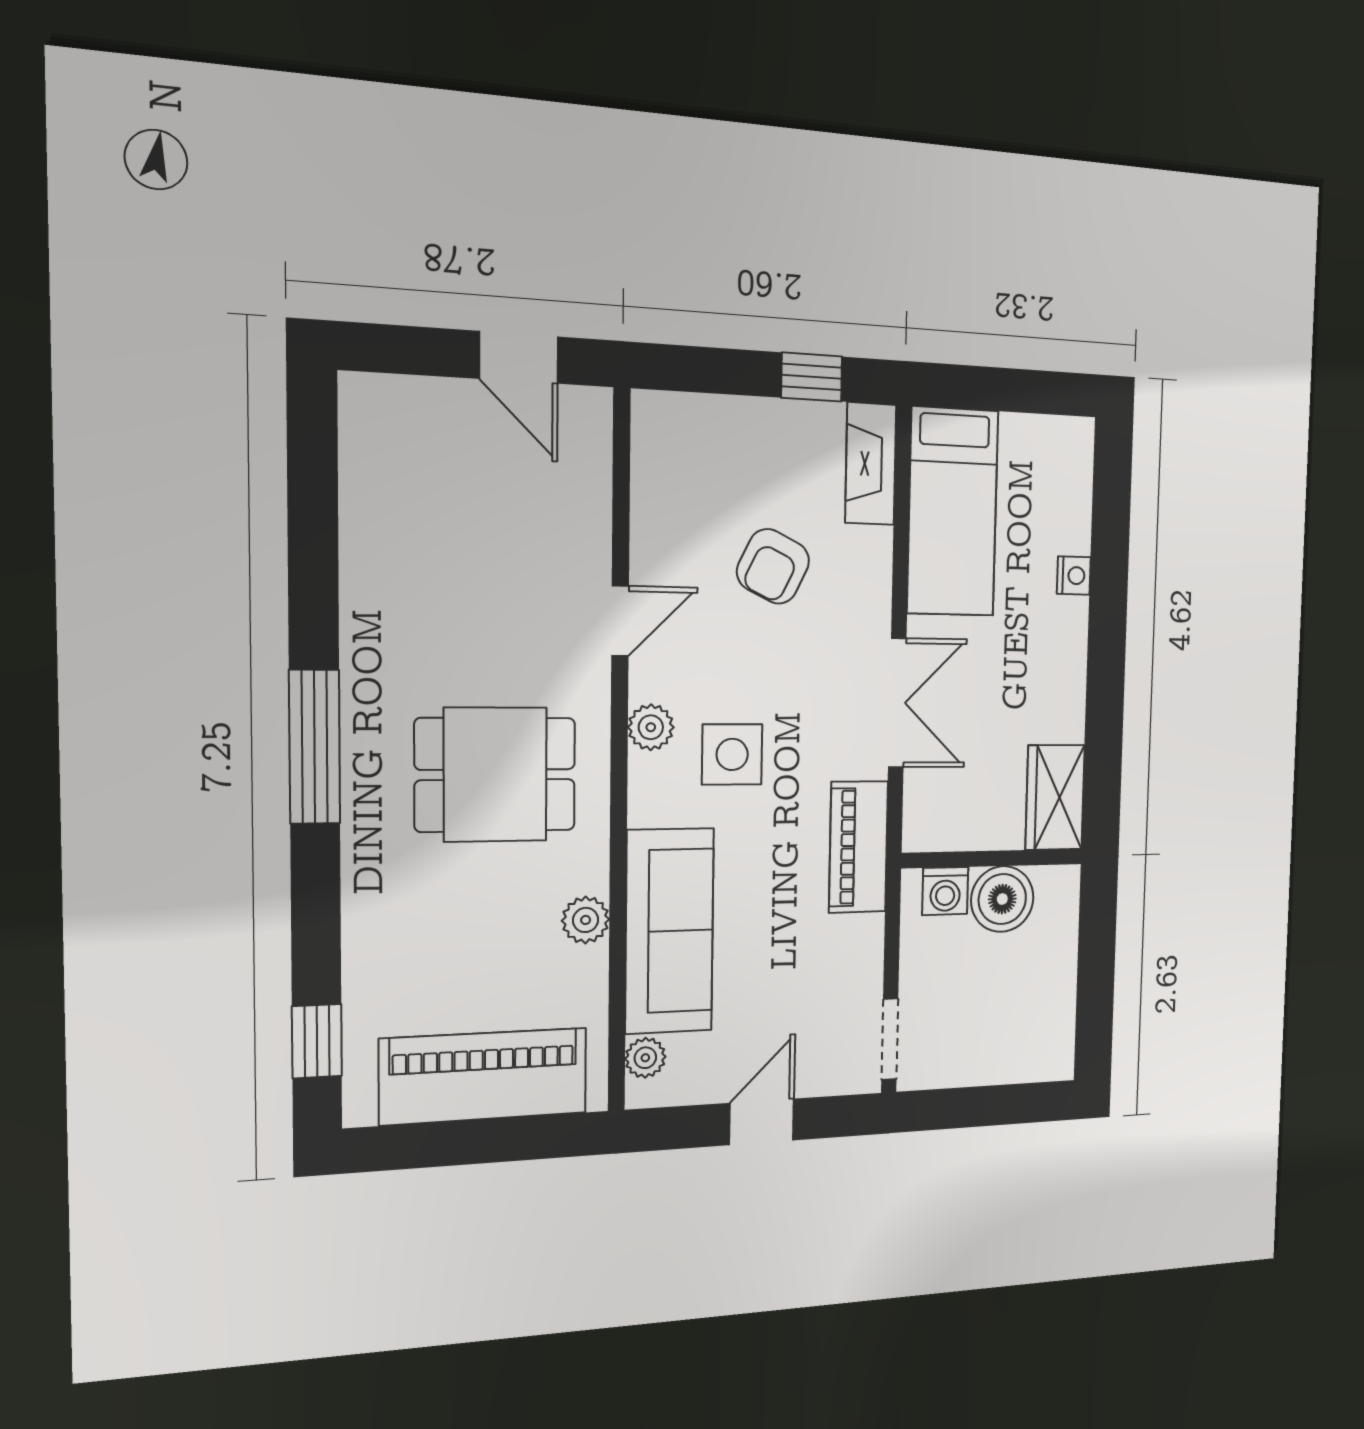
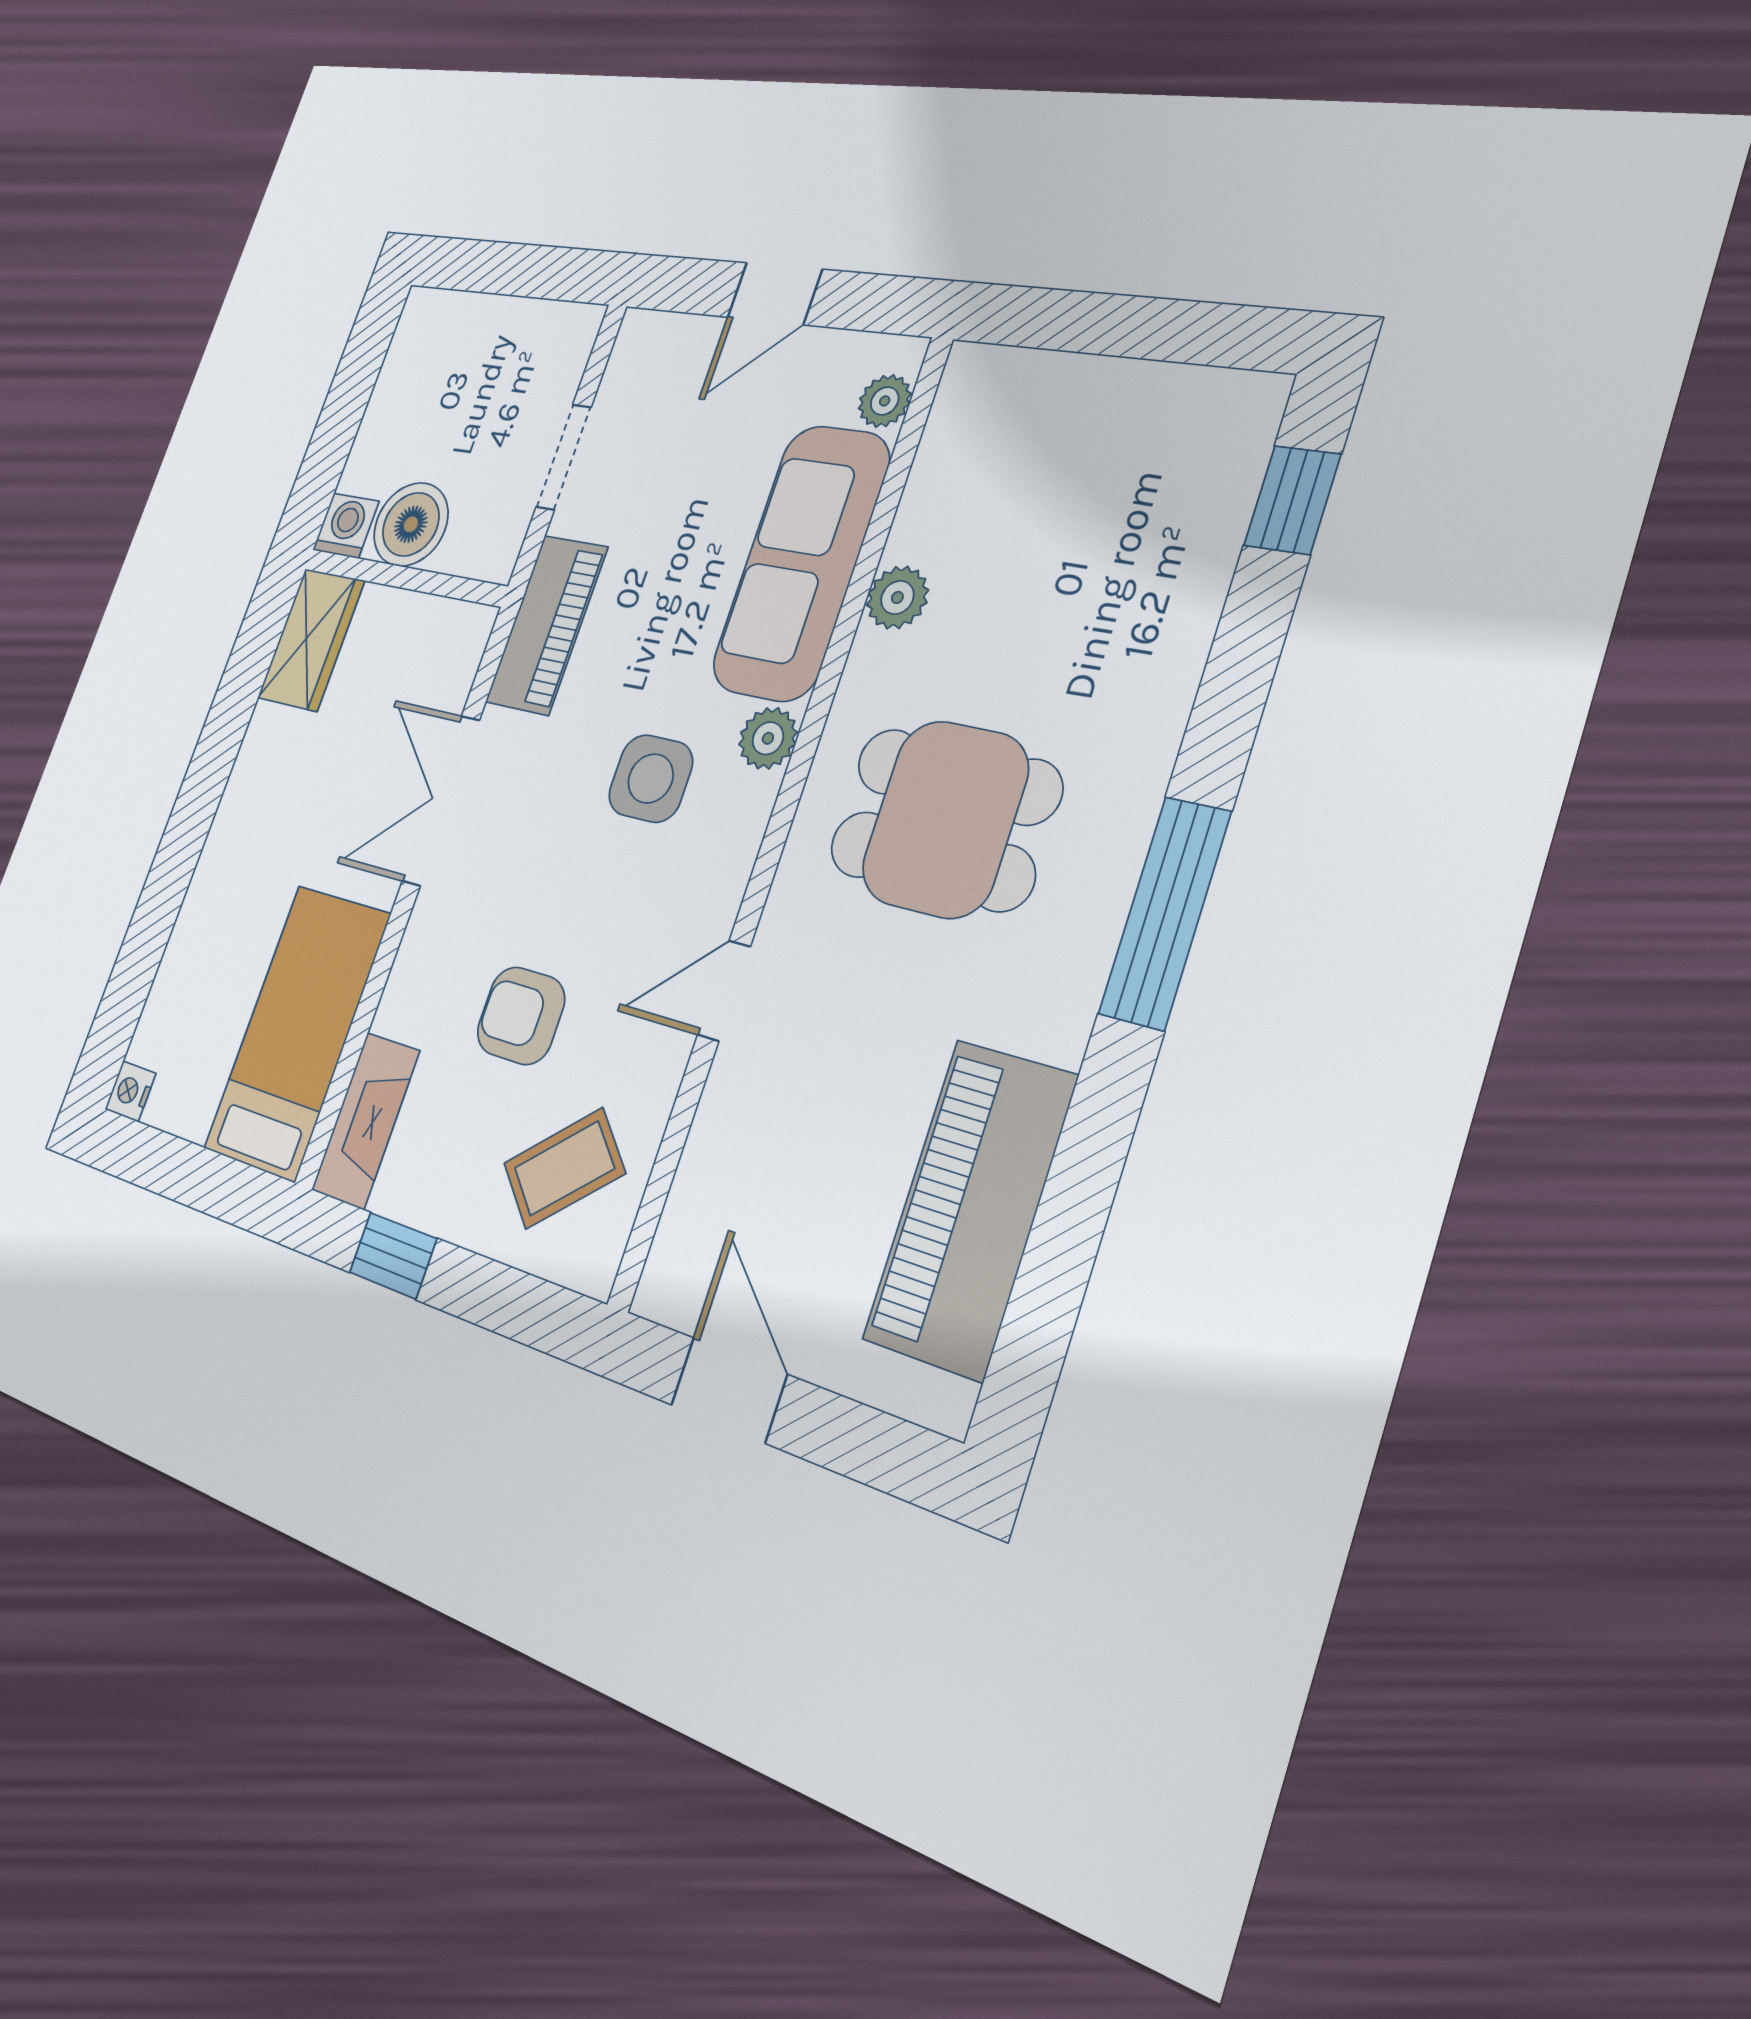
coffee table: (699, 471) -> (564, 1168), added
armchair: (773, 566) -> (521, 1016), turned -116
nightstand: (1074, 576) -> (130, 1091), moved
plant: (651, 727) -> (768, 738), moved
washing machine: (945, 891) -> (346, 526), moved
doorway: (890, 1039) -> (564, 457), moved
piano: (484, 1076) -> (970, 1208), moved, turned 90

